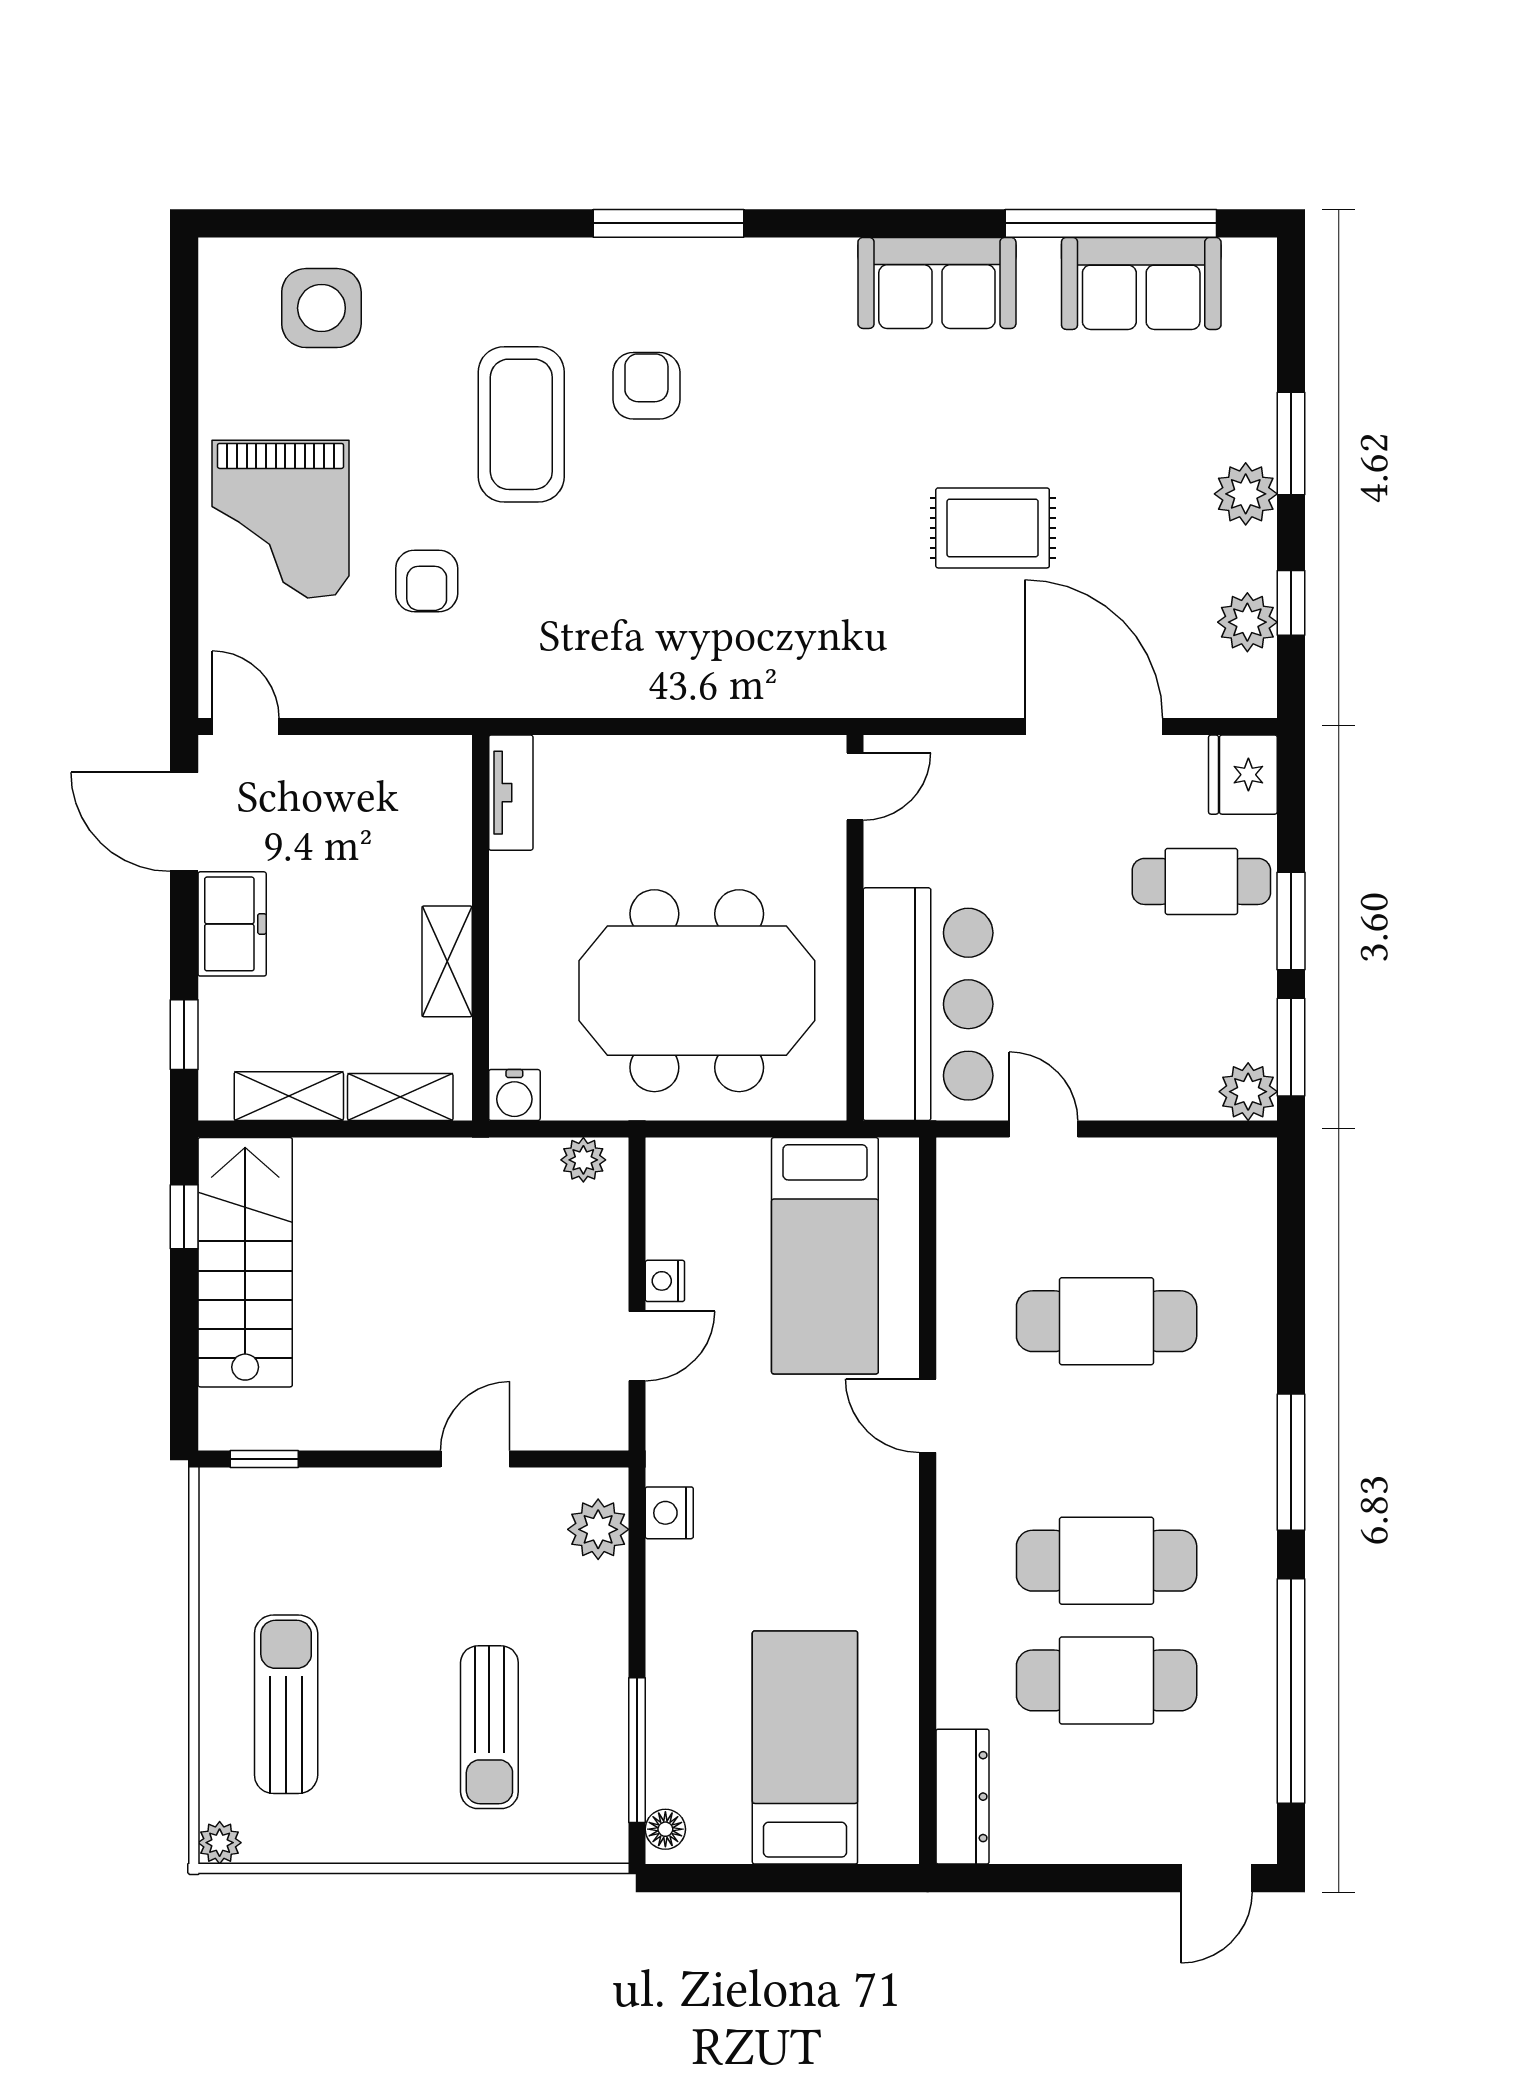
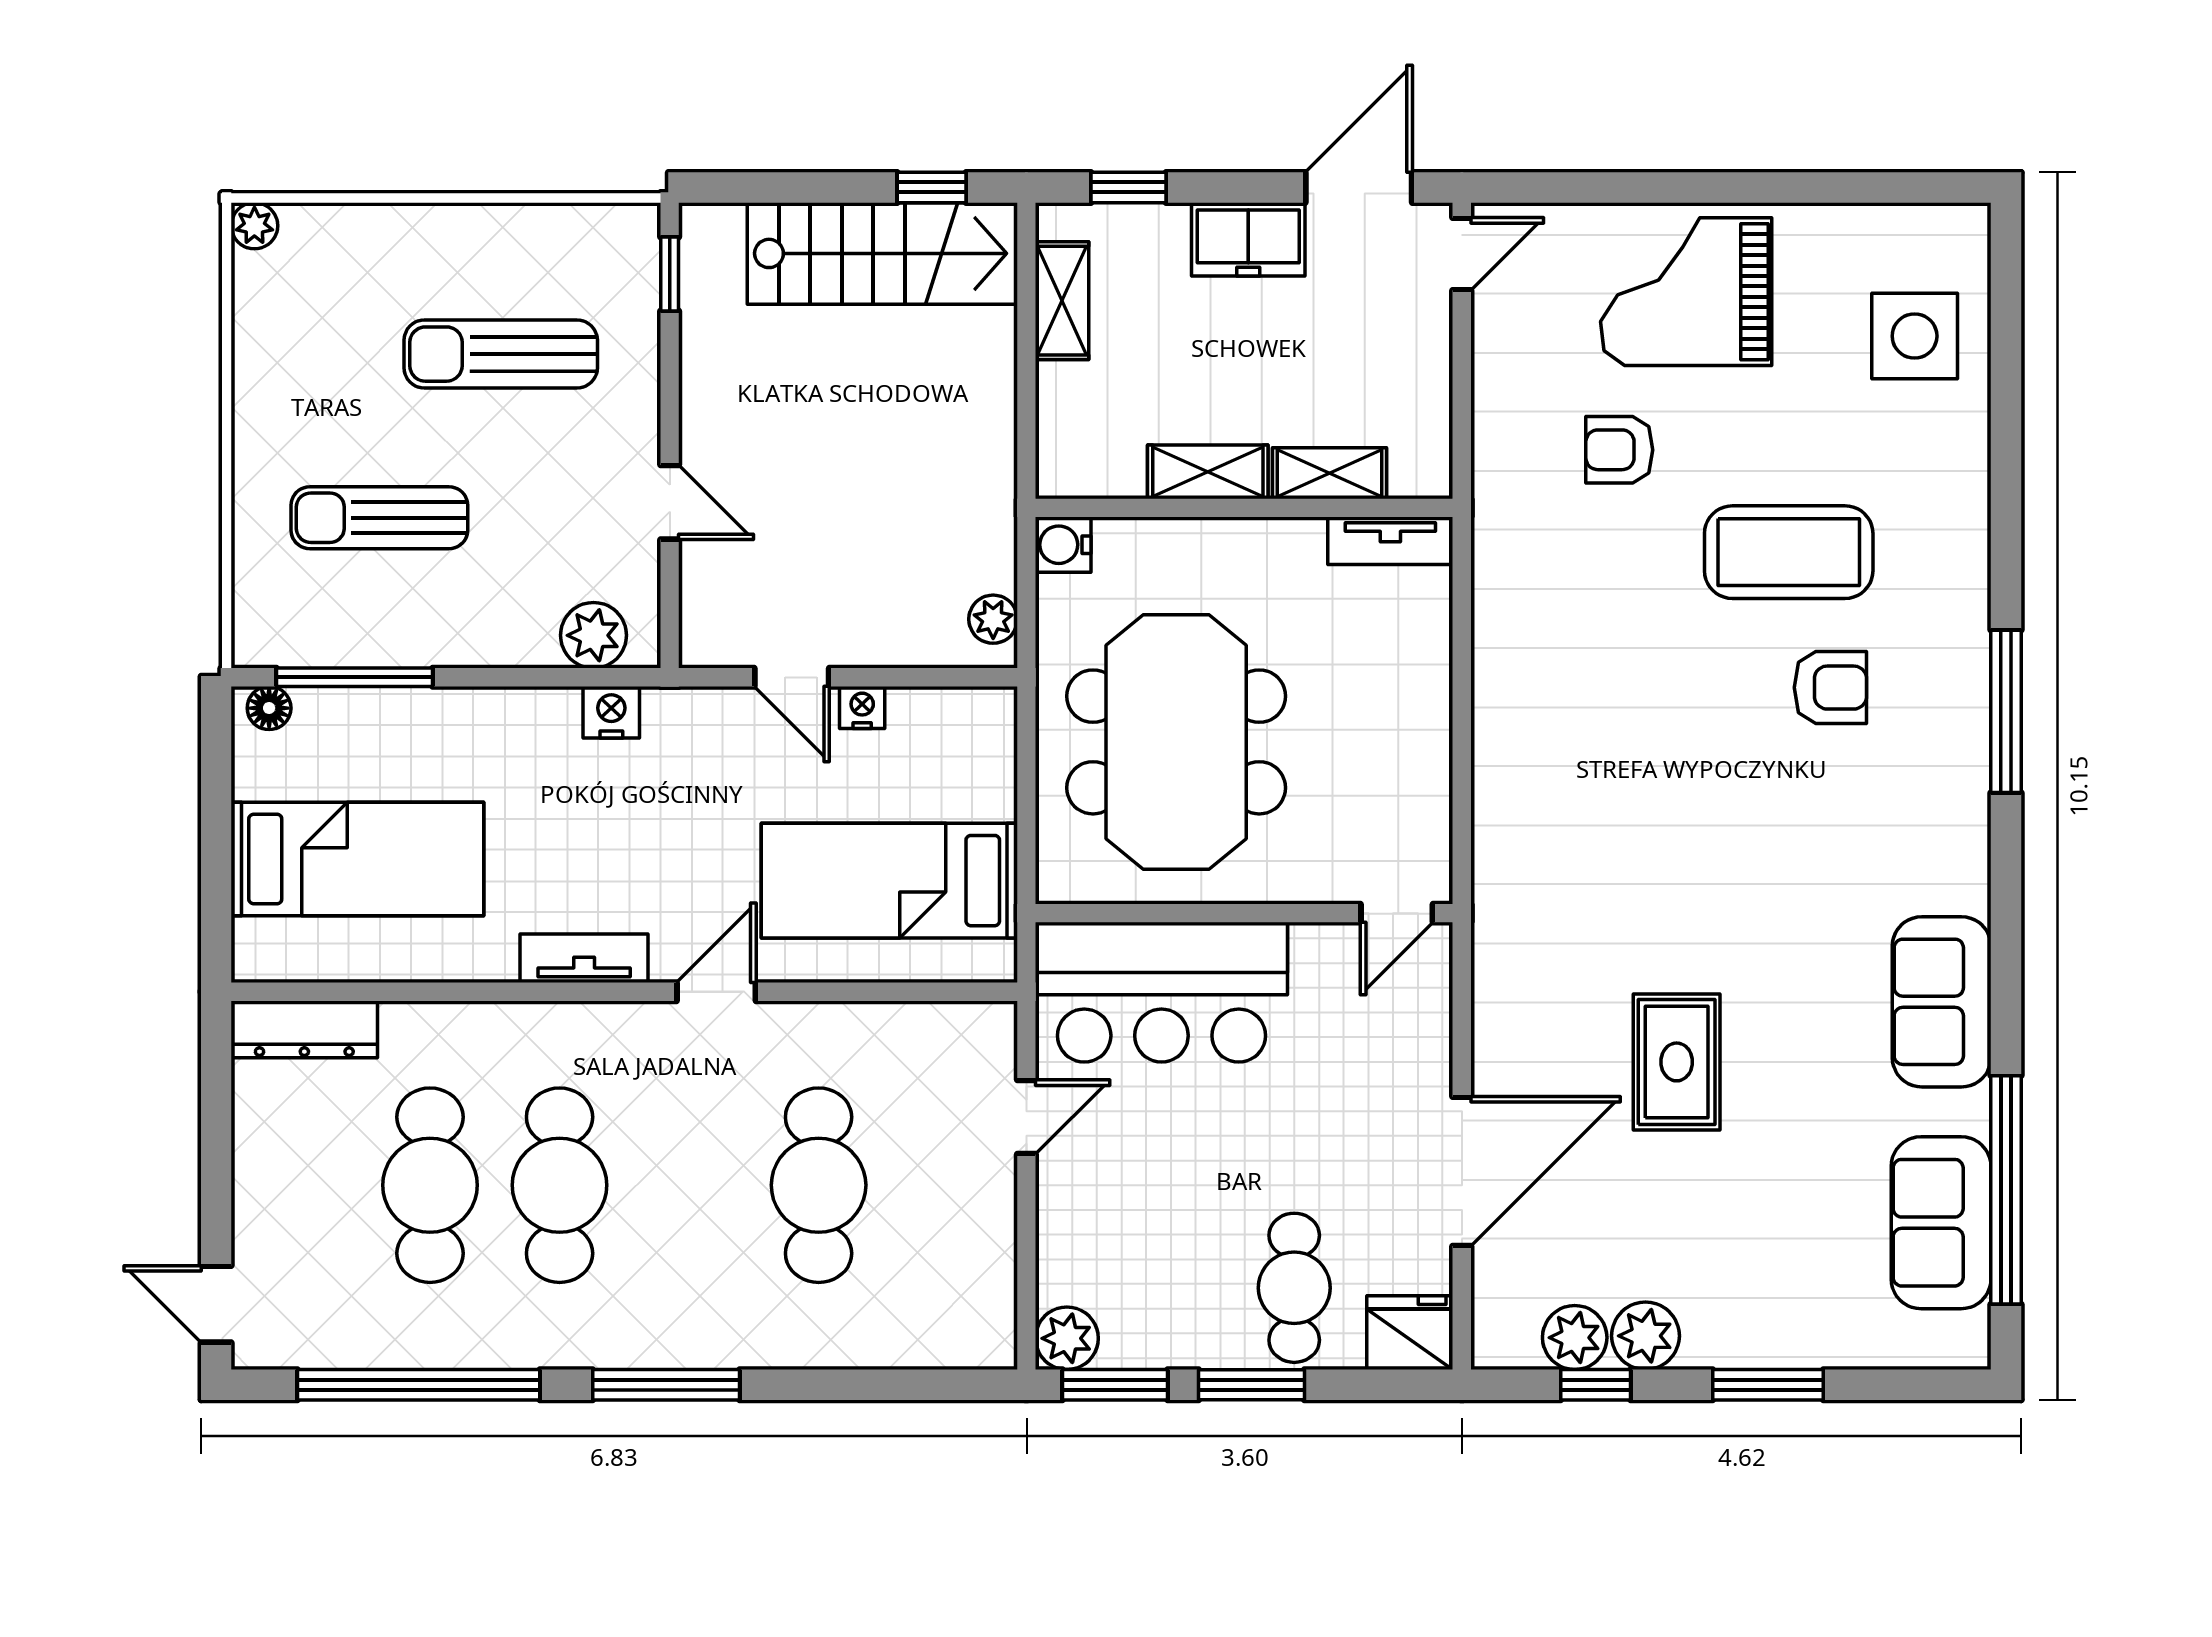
plant: (1246, 494) -> (1645, 1336), moved
door: (855, 787) -> (1397, 913), hinge flipped
shelving: (400, 1097) -> (1330, 473), moved, turned 90
tv unit: (897, 1538) -> (584, 958), added
sun lounger: (286, 1704) -> (501, 354), moved, turned 180

